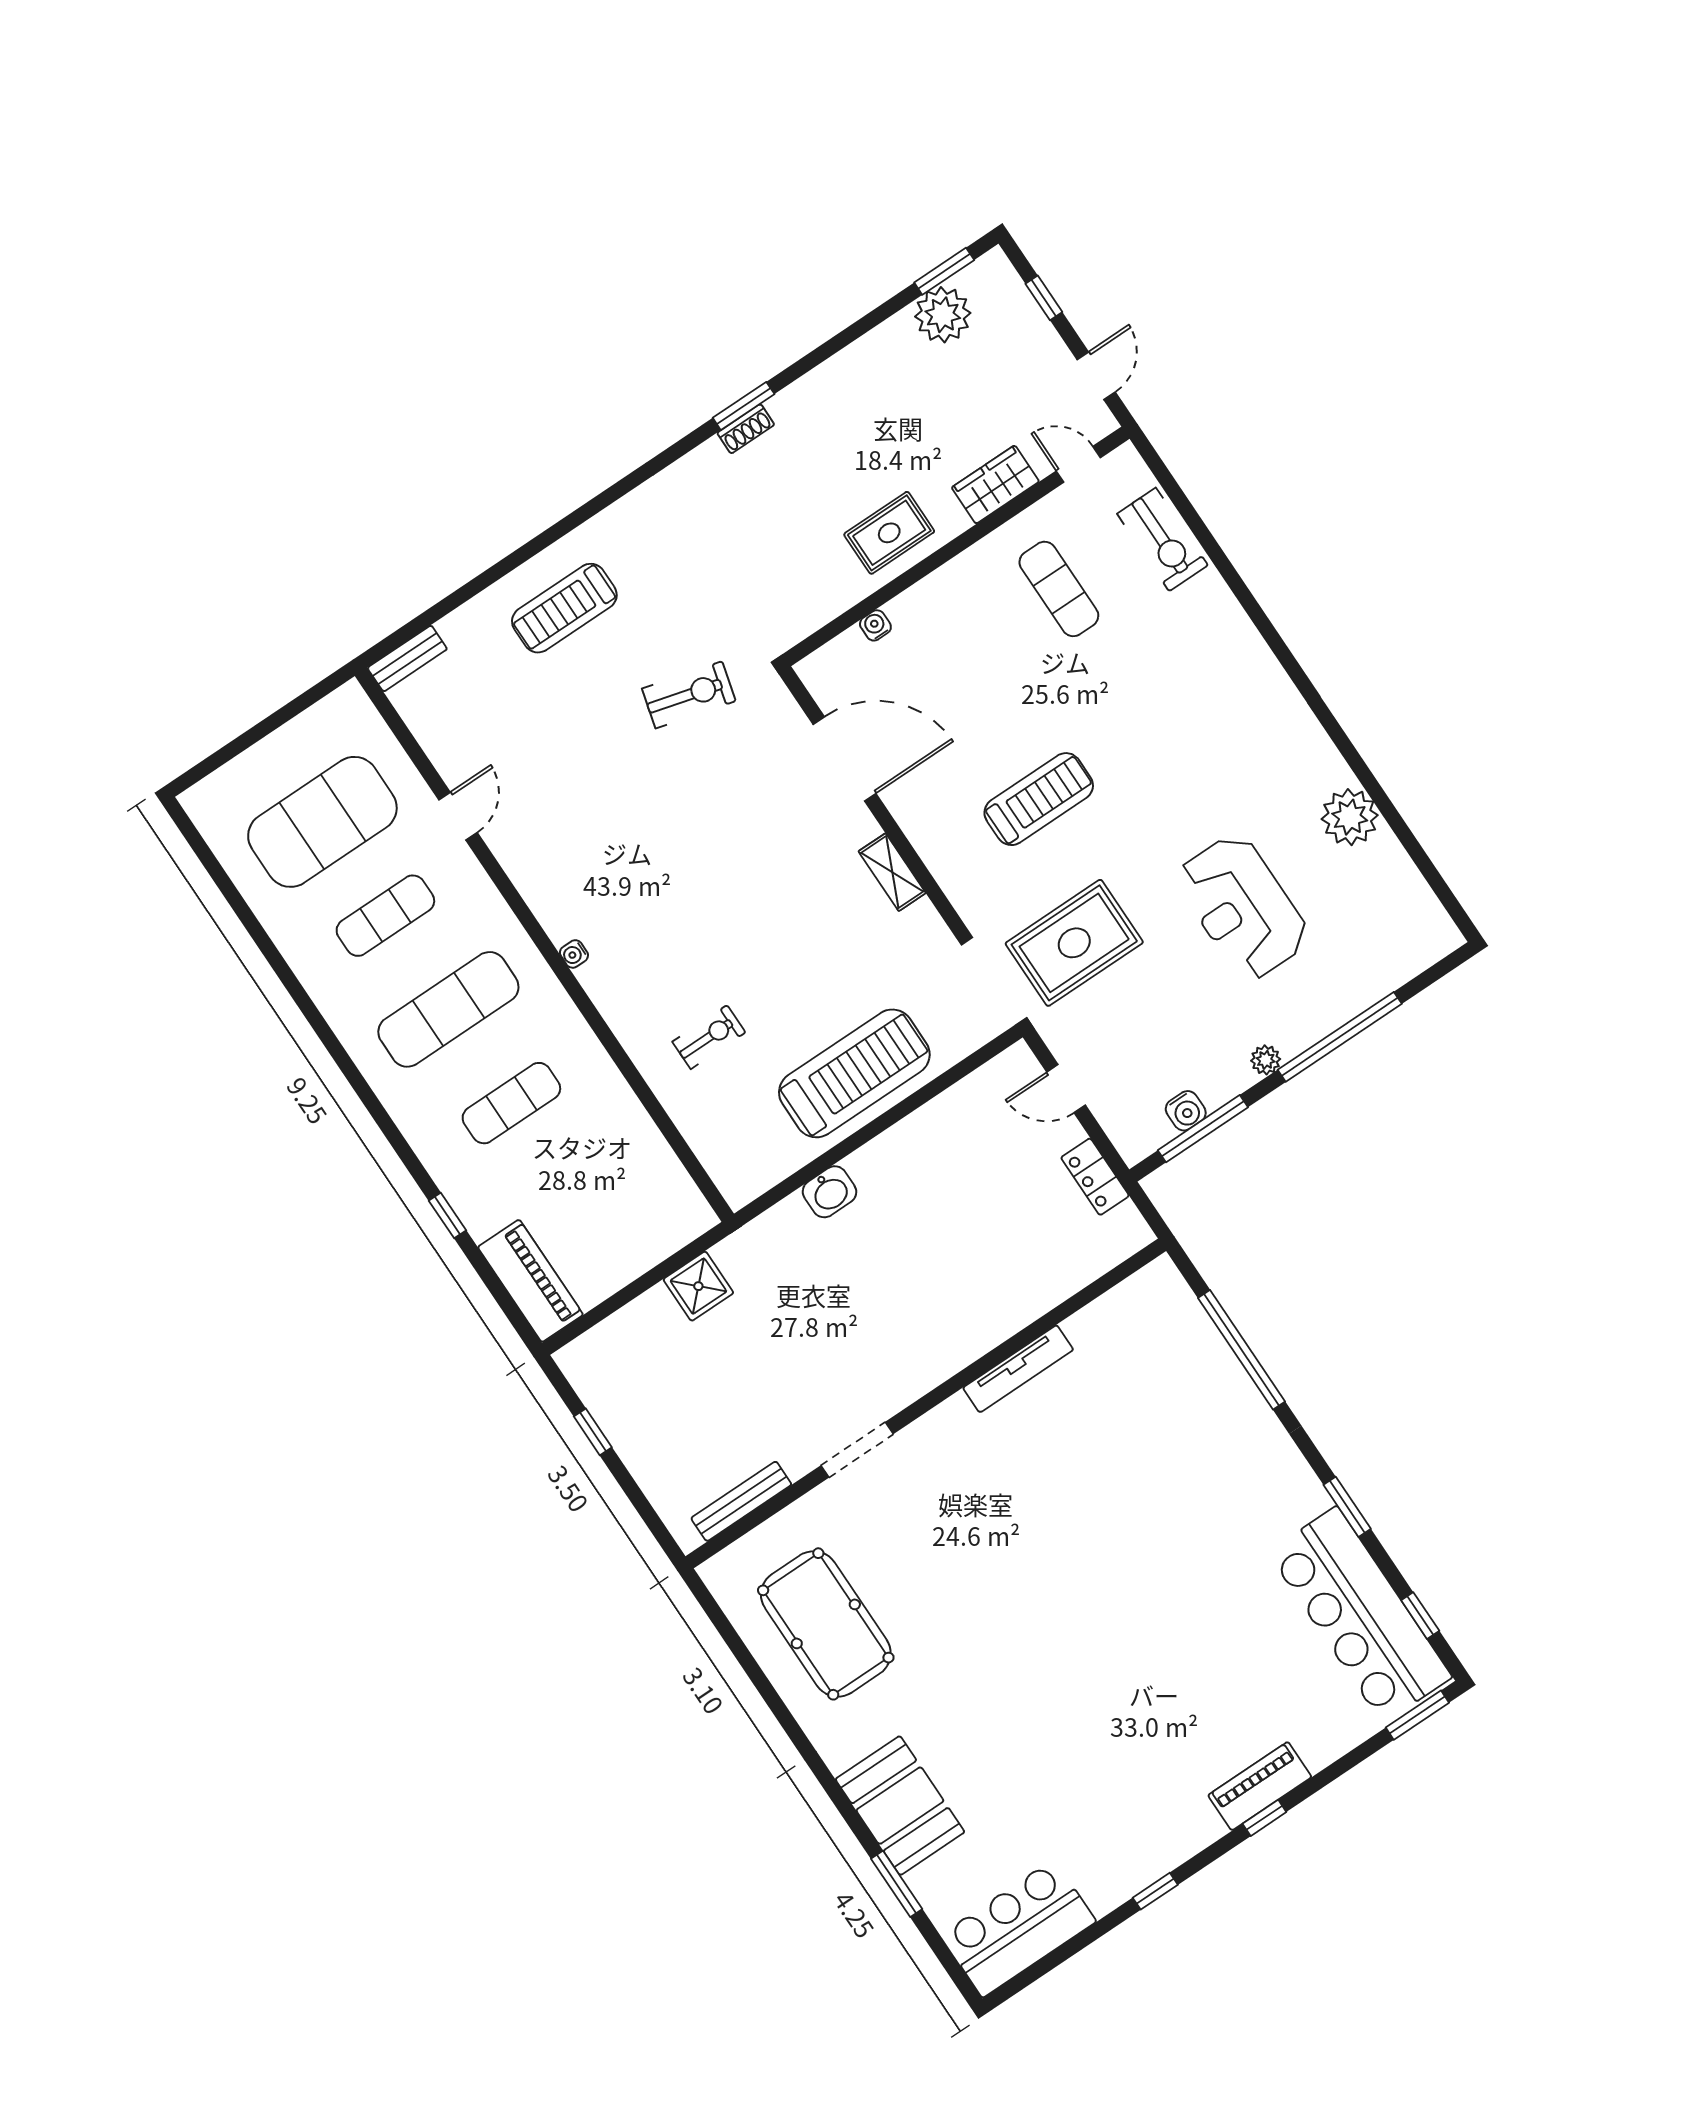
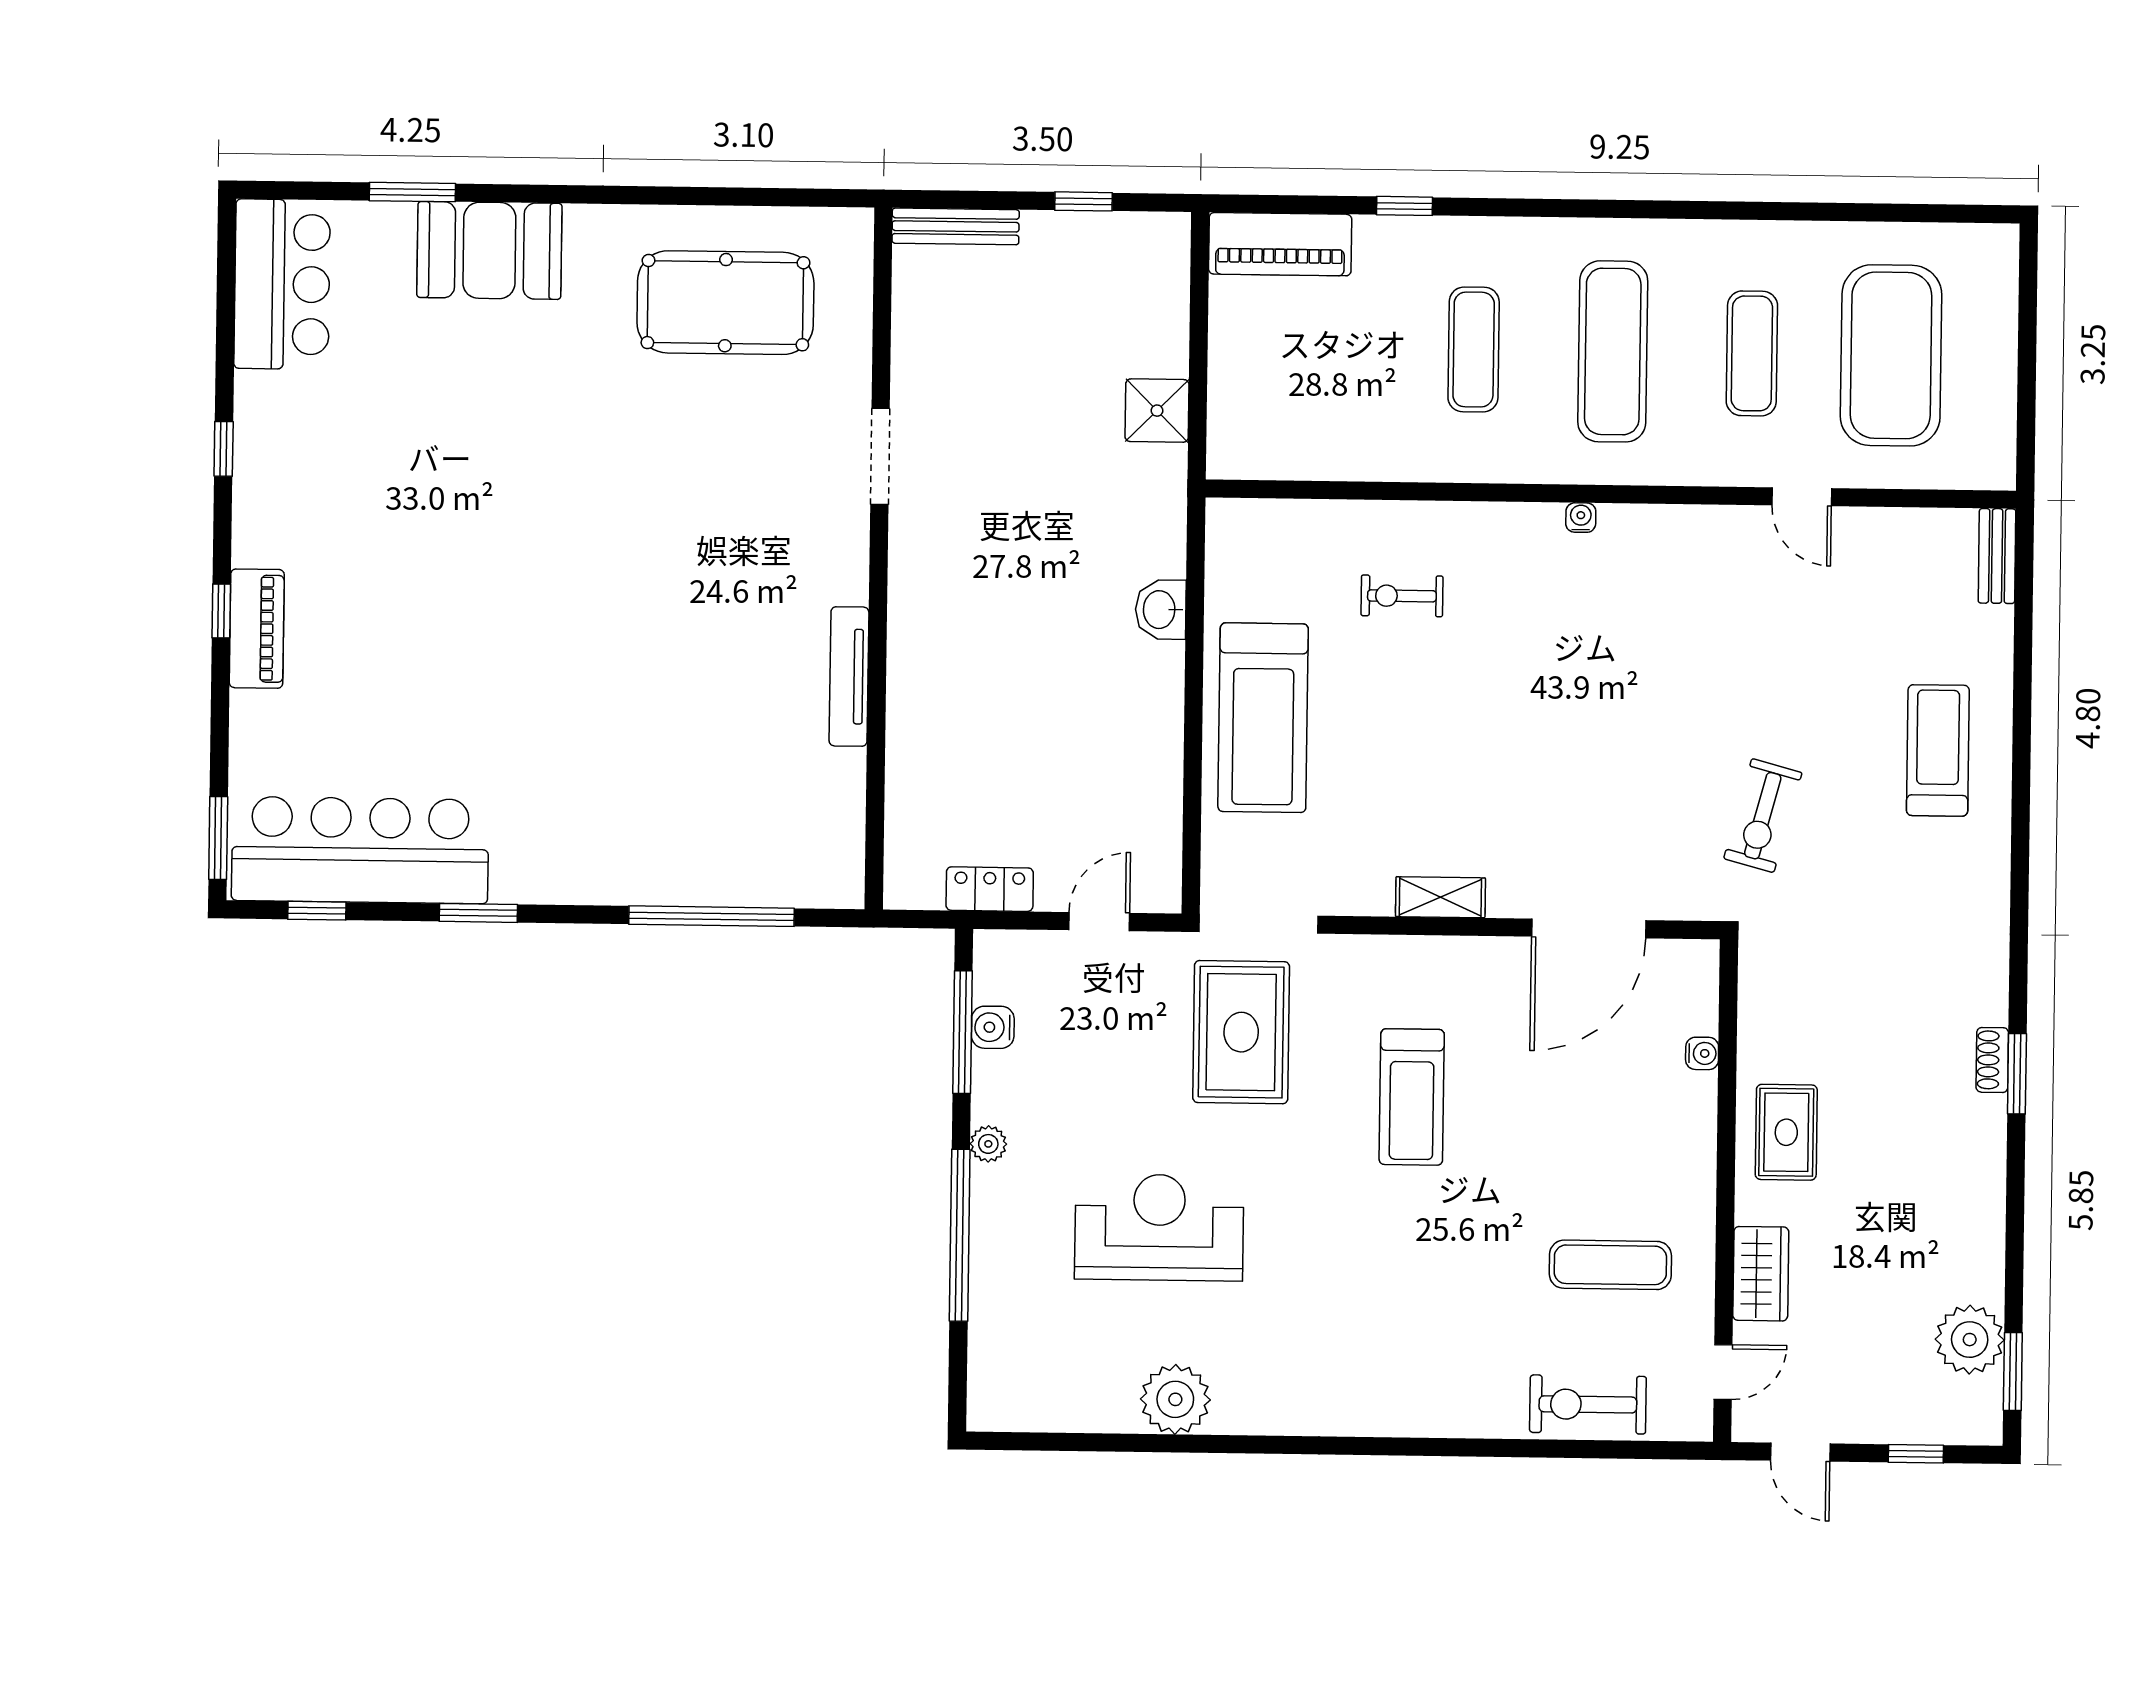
exercise bike: (709, 1037) -> (1402, 596), turned 90
bench: (741, 1501) -> (956, 226), moved, turned 90

